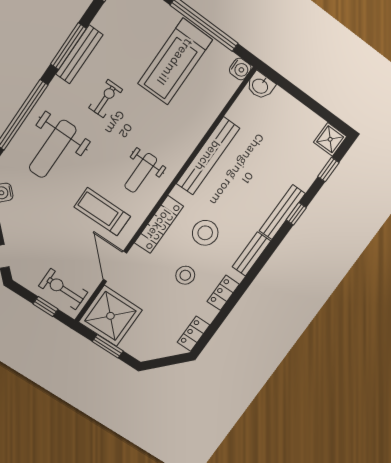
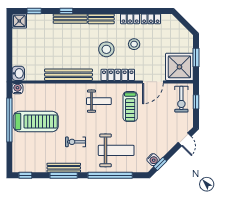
locker: (193, 334) -> (151, 19), moved

